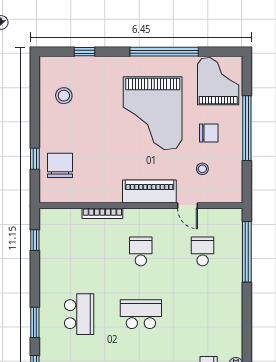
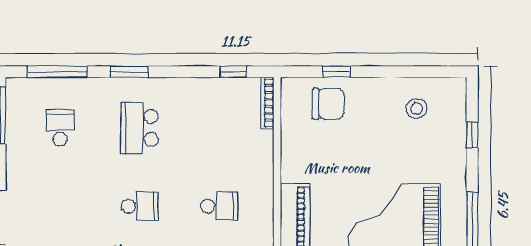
bookcase: (102, 213) -> (267, 103), moved
school desk: (79, 314) -> (140, 128), turned 90
school desk: (141, 314) -> (140, 206), width x0.54

